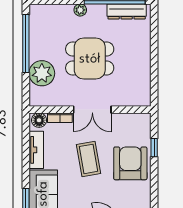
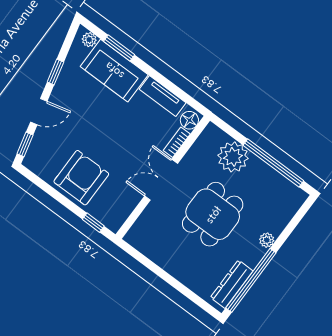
window: (154, 148) -> (93, 223), moved
coffee table: (89, 159) -> (116, 140), removed
armchair: (130, 163) -> (81, 178), turned -90

